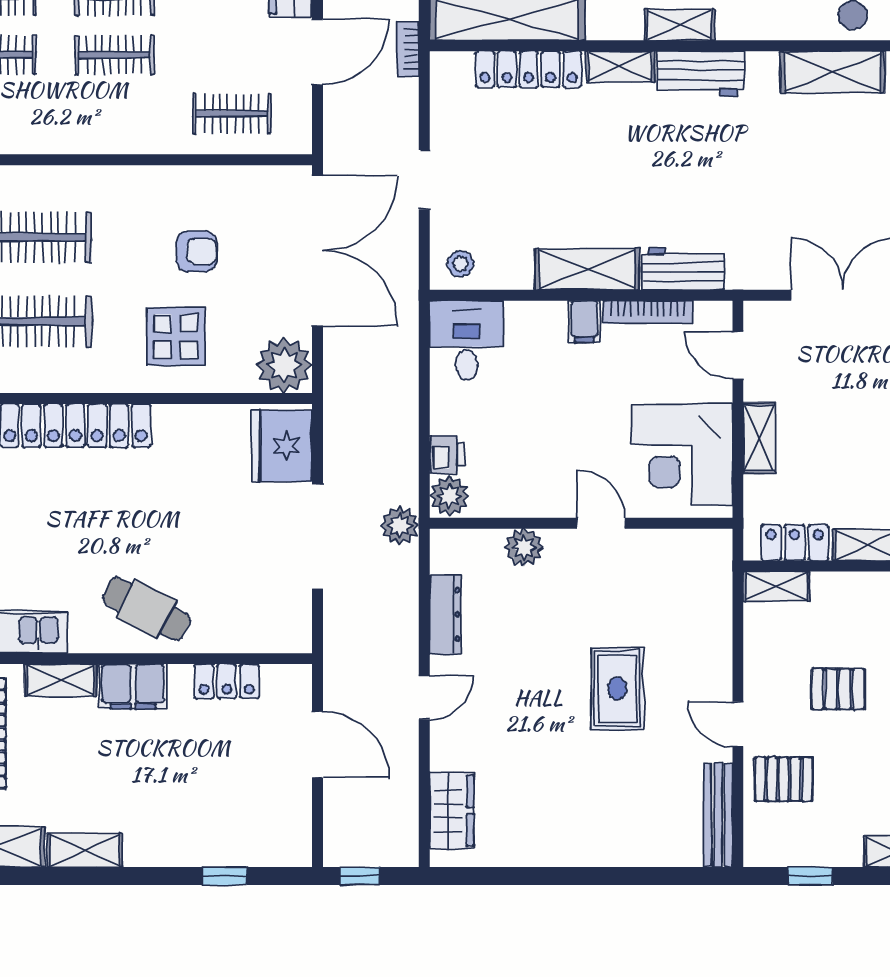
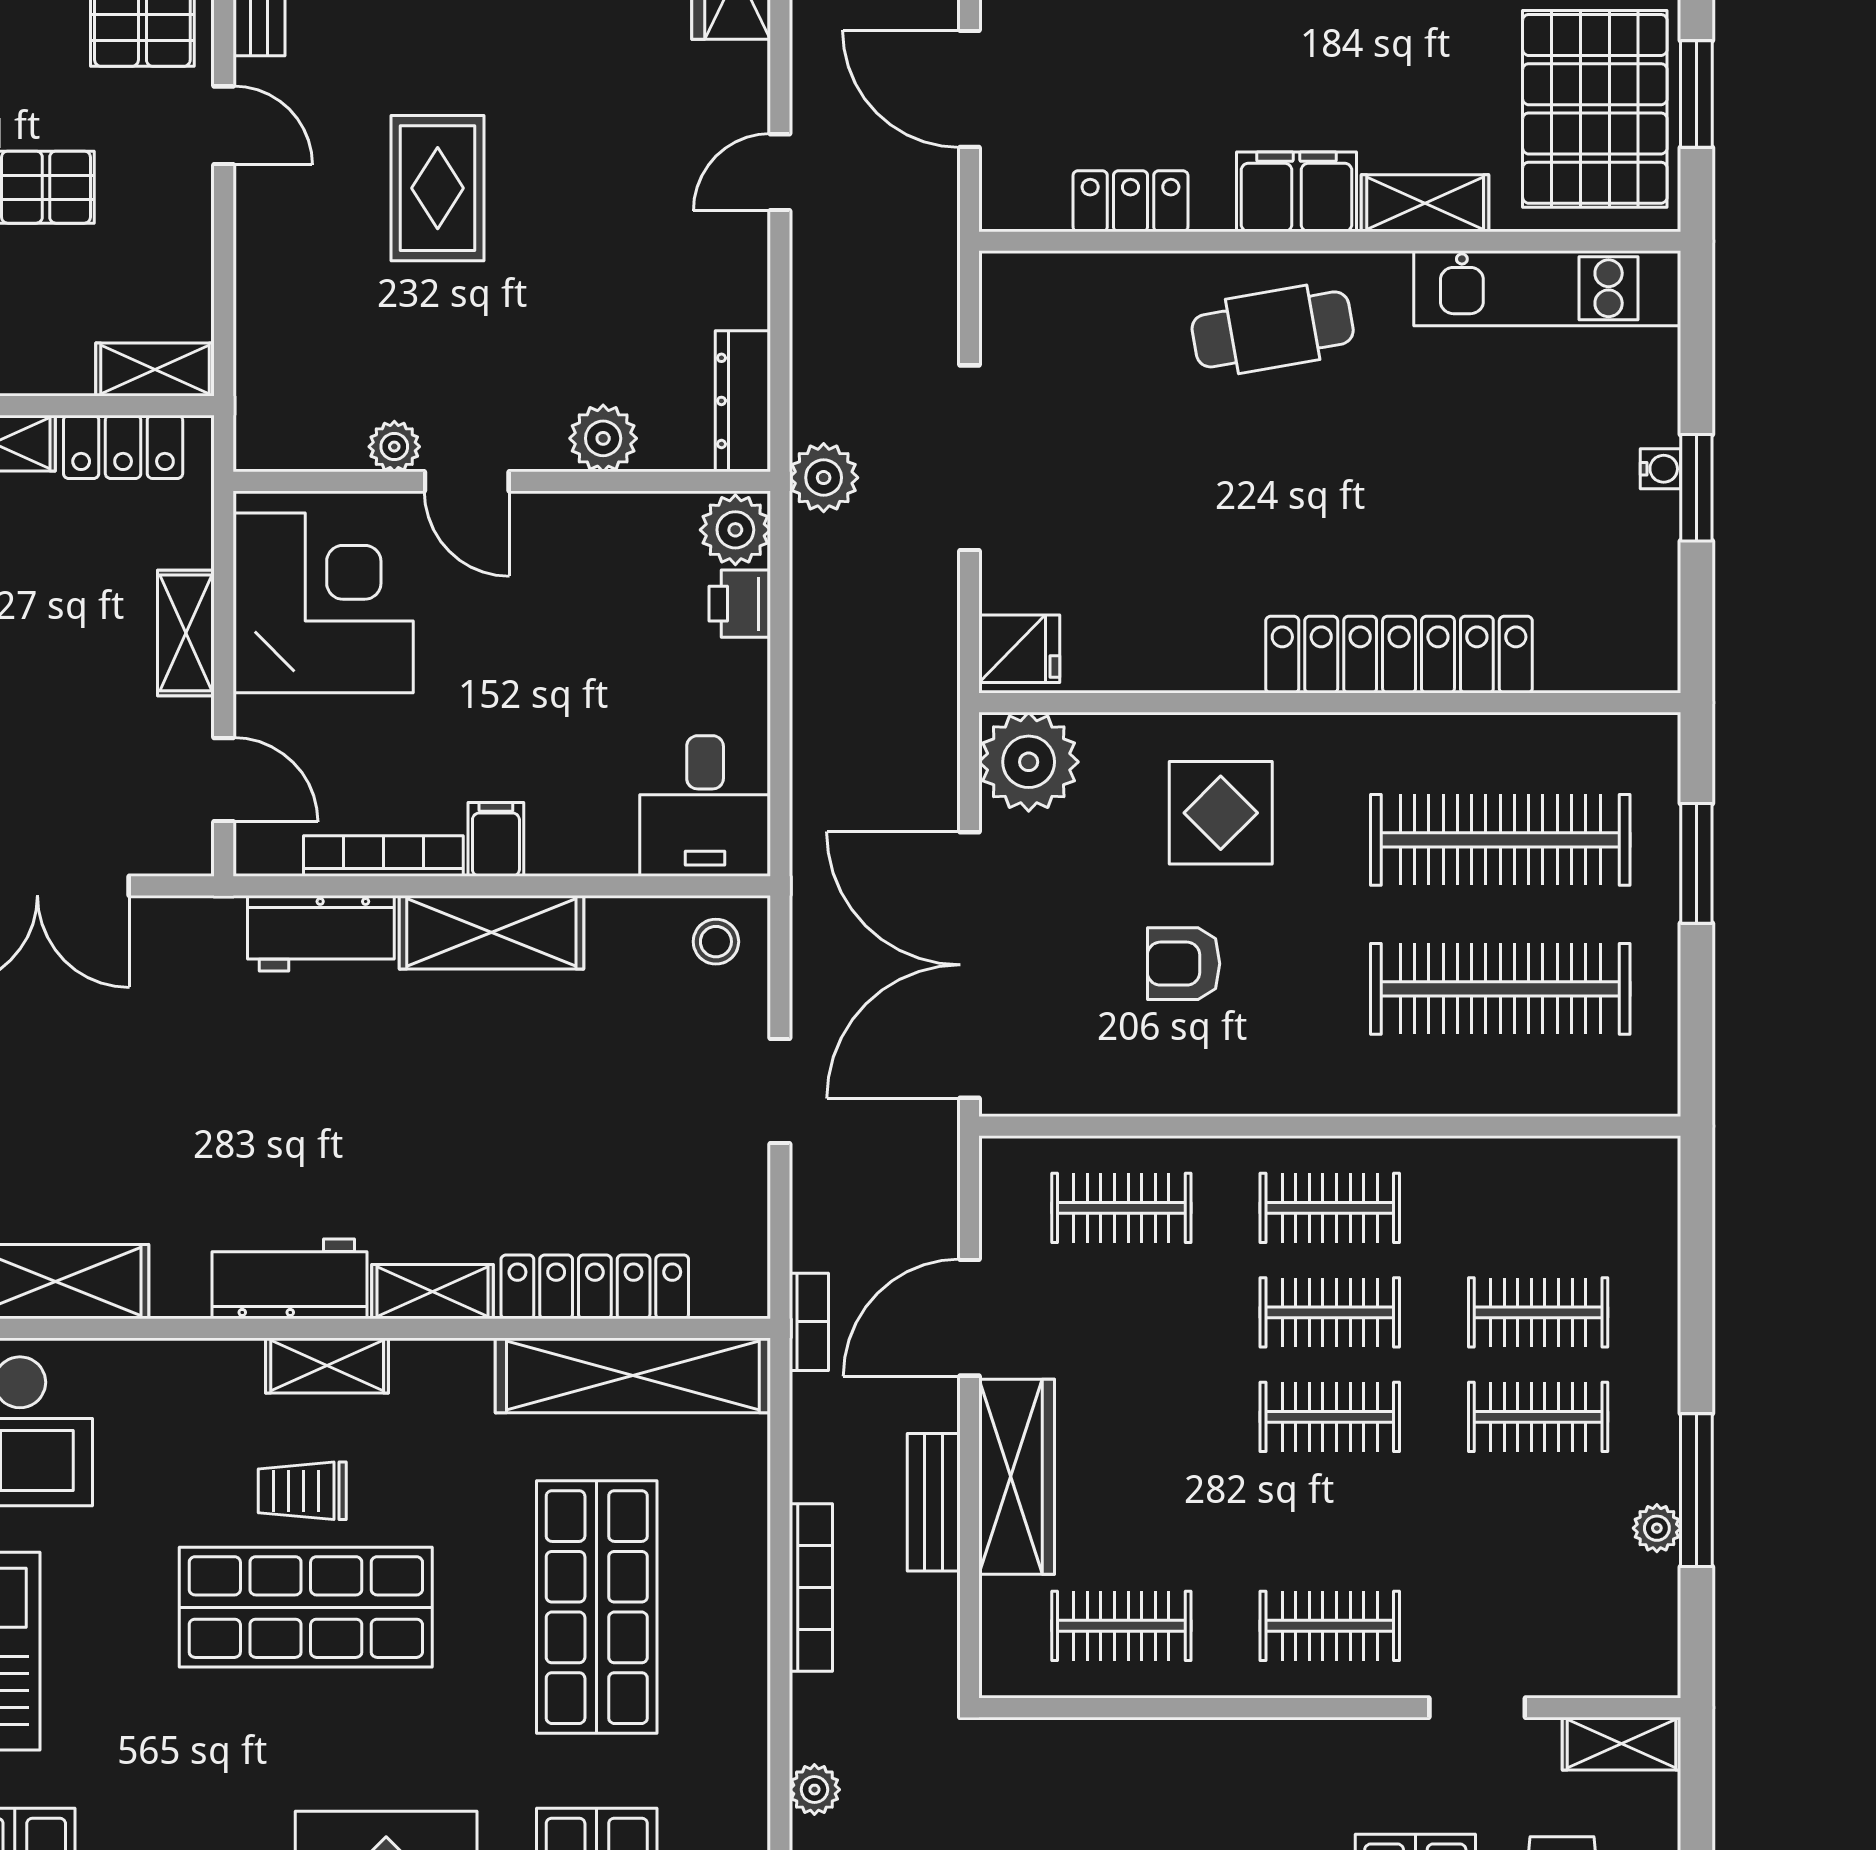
clothes rail: (114, 114) -> (1330, 1208), added
fridge: (282, 446) -> (1019, 649), width x0.53, depth x0.75
plant: (642, 543) -> (394, 447), added
cafe table: (147, 609) -> (1273, 329), turned -38
dresser: (445, 614) -> (743, 401), moved

